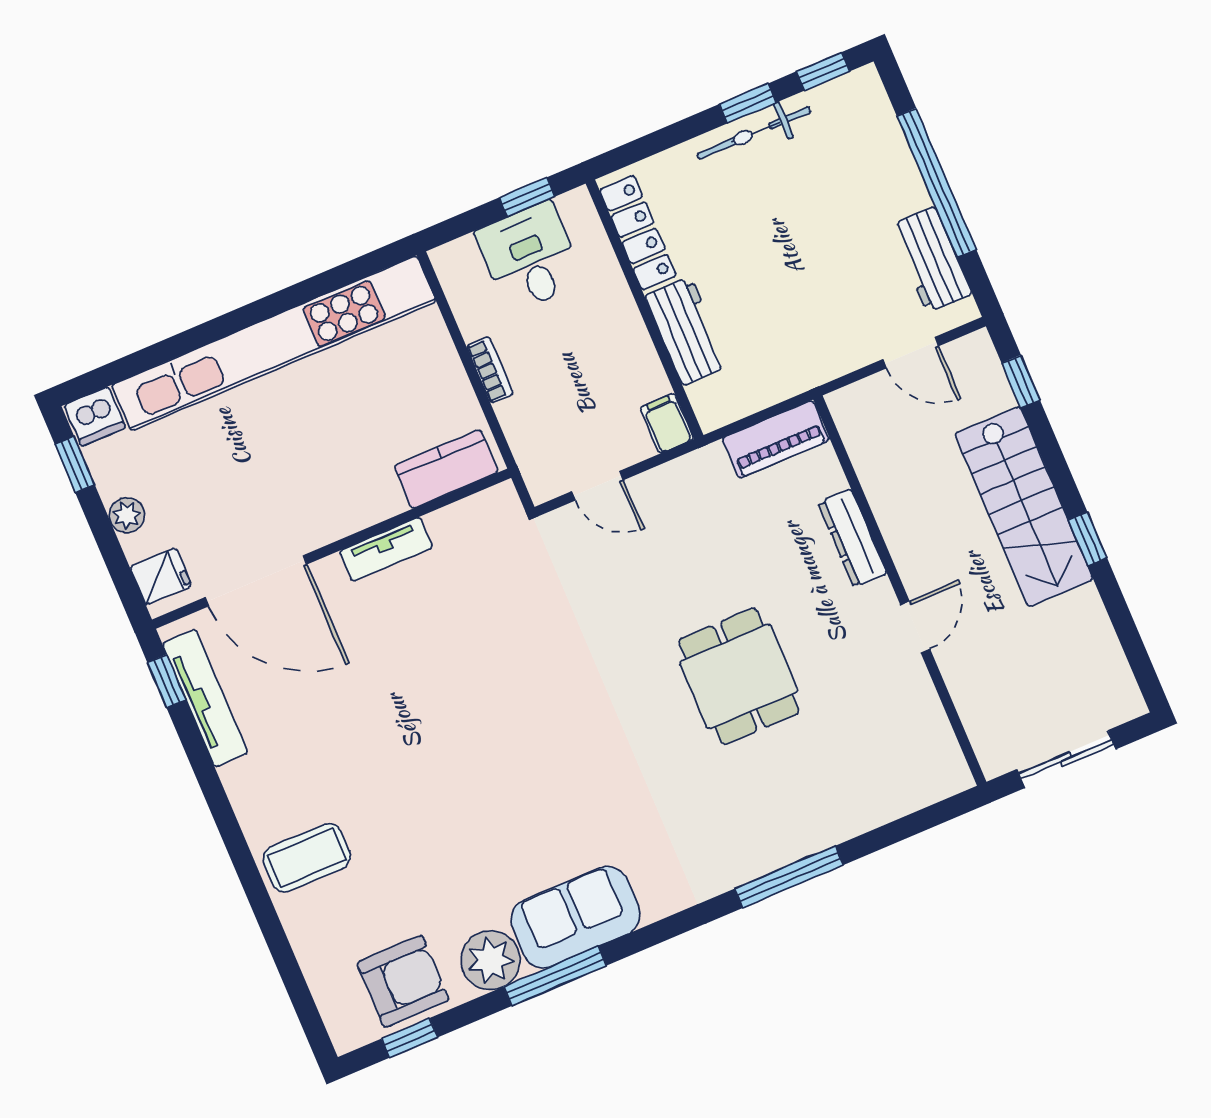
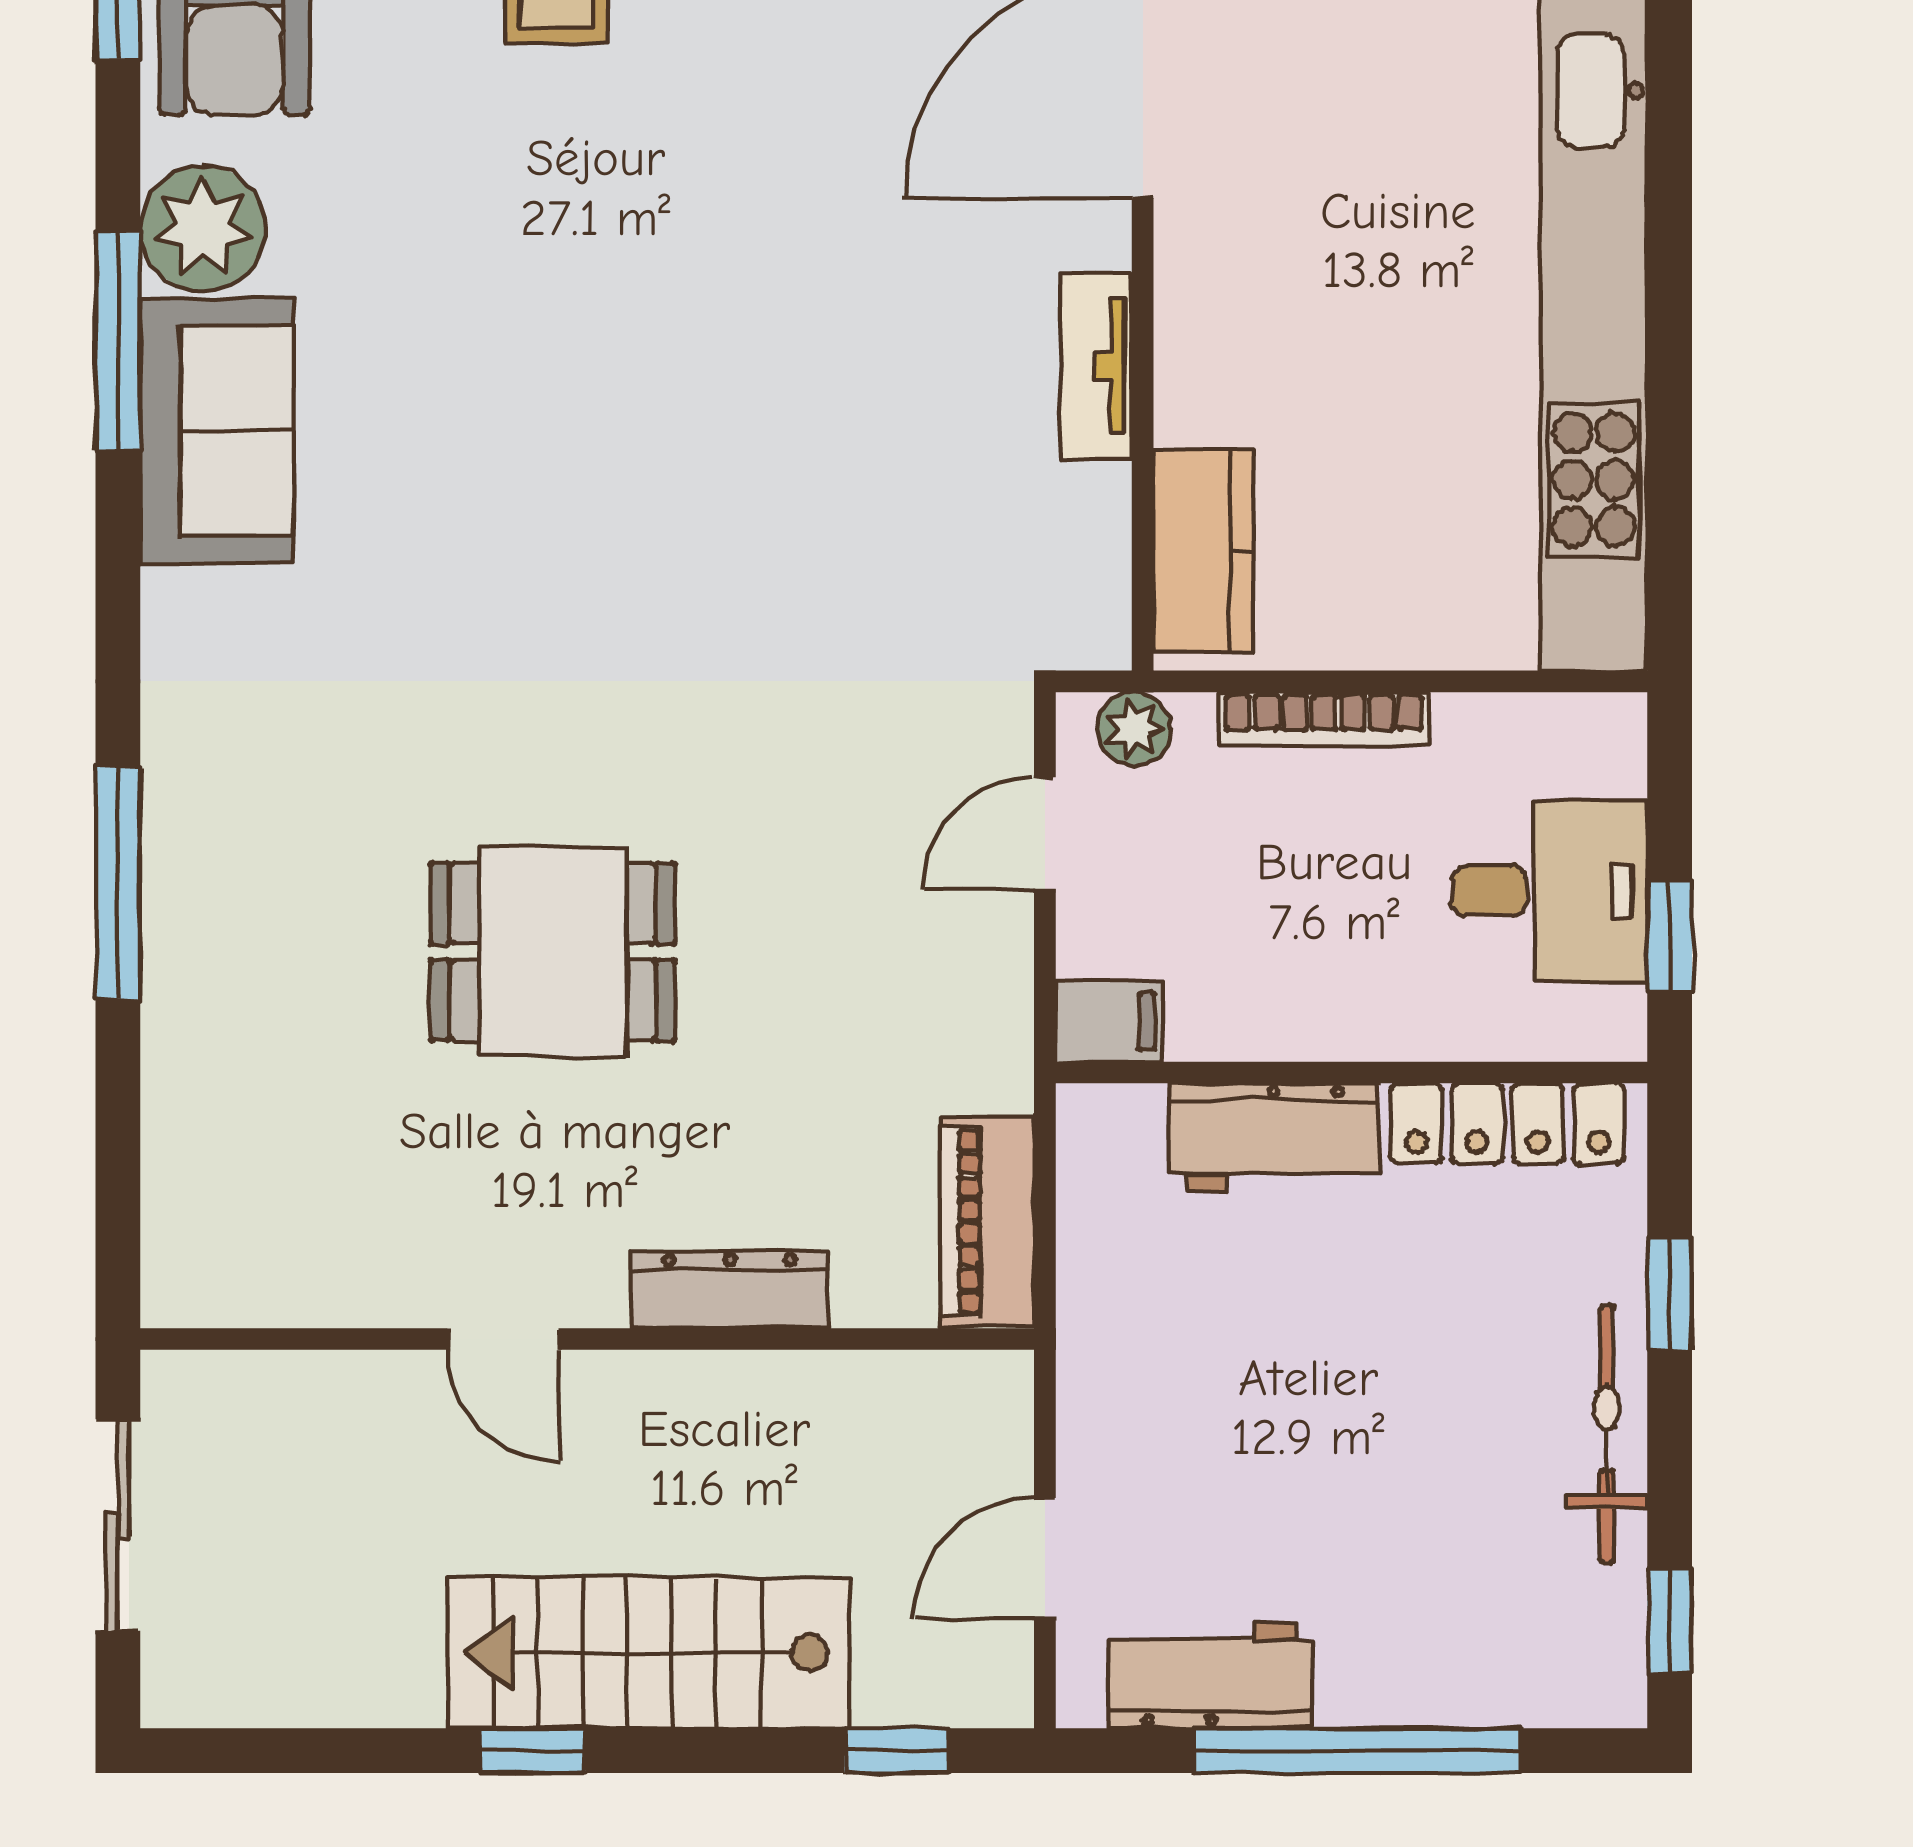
window: (748, 103) -> (1670, 1294), moved
bookcase: (490, 370) -> (1324, 719), width x1.56
plant: (536, 466) -> (1134, 729), added

